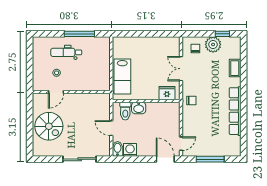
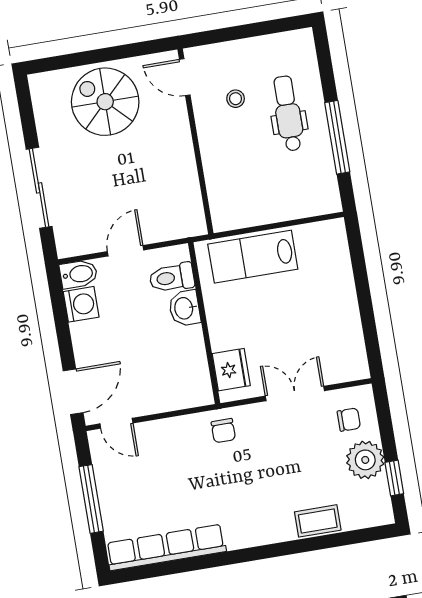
door: (56, 92) -> (185, 77), moved
row of seats: (235, 111) -> (166, 547), moved
spiral stairs: (49, 126) -> (105, 102), turned 90

